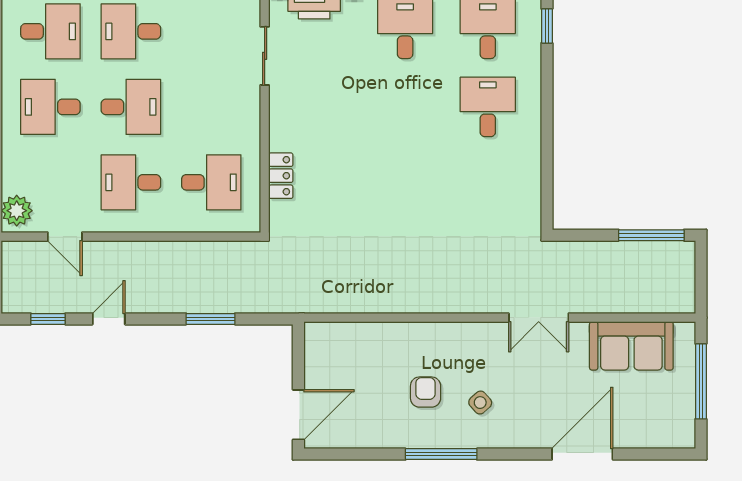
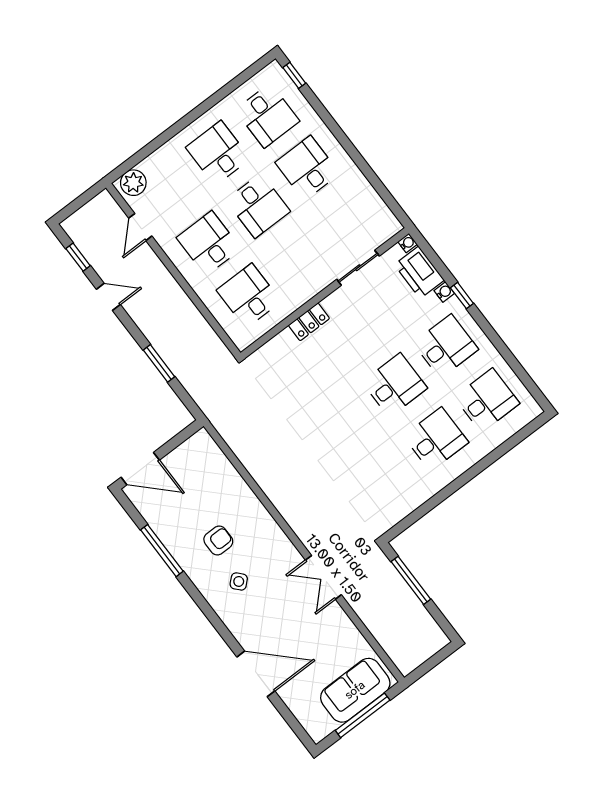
window: (547, 26) -> (518, 437), removed
desk: (405, 107) -> (395, 385), added
locker: (281, 176) -> (309, 322), moved
desk: (211, 182) -> (249, 296), turned 180
window: (651, 235) -> (411, 580), moved
sofa: (631, 346) -> (355, 690), moved, turned 90
window: (441, 454) -> (162, 551), moved

